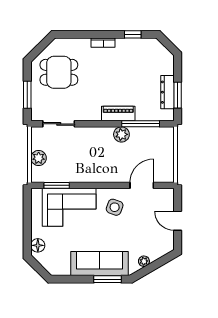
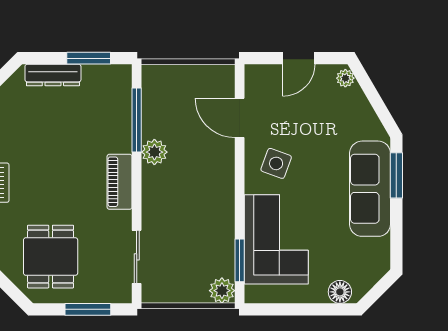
dresser: (167, 92) -> (53, 75), moved
piano: (118, 114) -> (120, 182), moved
plant: (39, 158) -> (222, 291), moved
plant: (144, 261) -> (345, 78), moved

